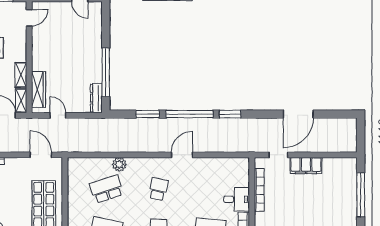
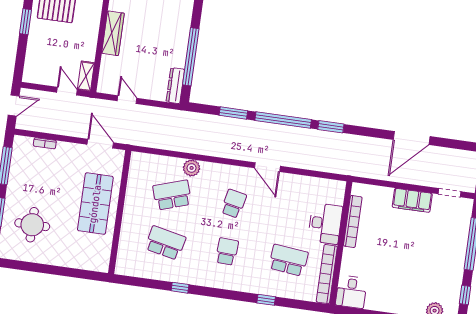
shelving: (21, 75) -> (90, 46), removed
wardrobe: (38, 89) -> (113, 33), moved
door: (182, 155) -> (267, 167), swing flipped
doorway: (278, 155) -> (450, 193), moved
desk: (237, 199) -> (325, 224), width x1.37

